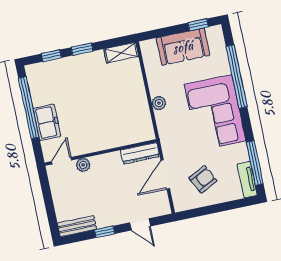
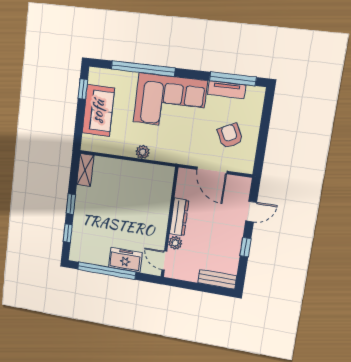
dresser: (140, 153) -> (179, 217), moved
tv unit: (247, 180) -> (226, 90), moved
bench: (77, 226) -> (217, 279), moved, turned 90

